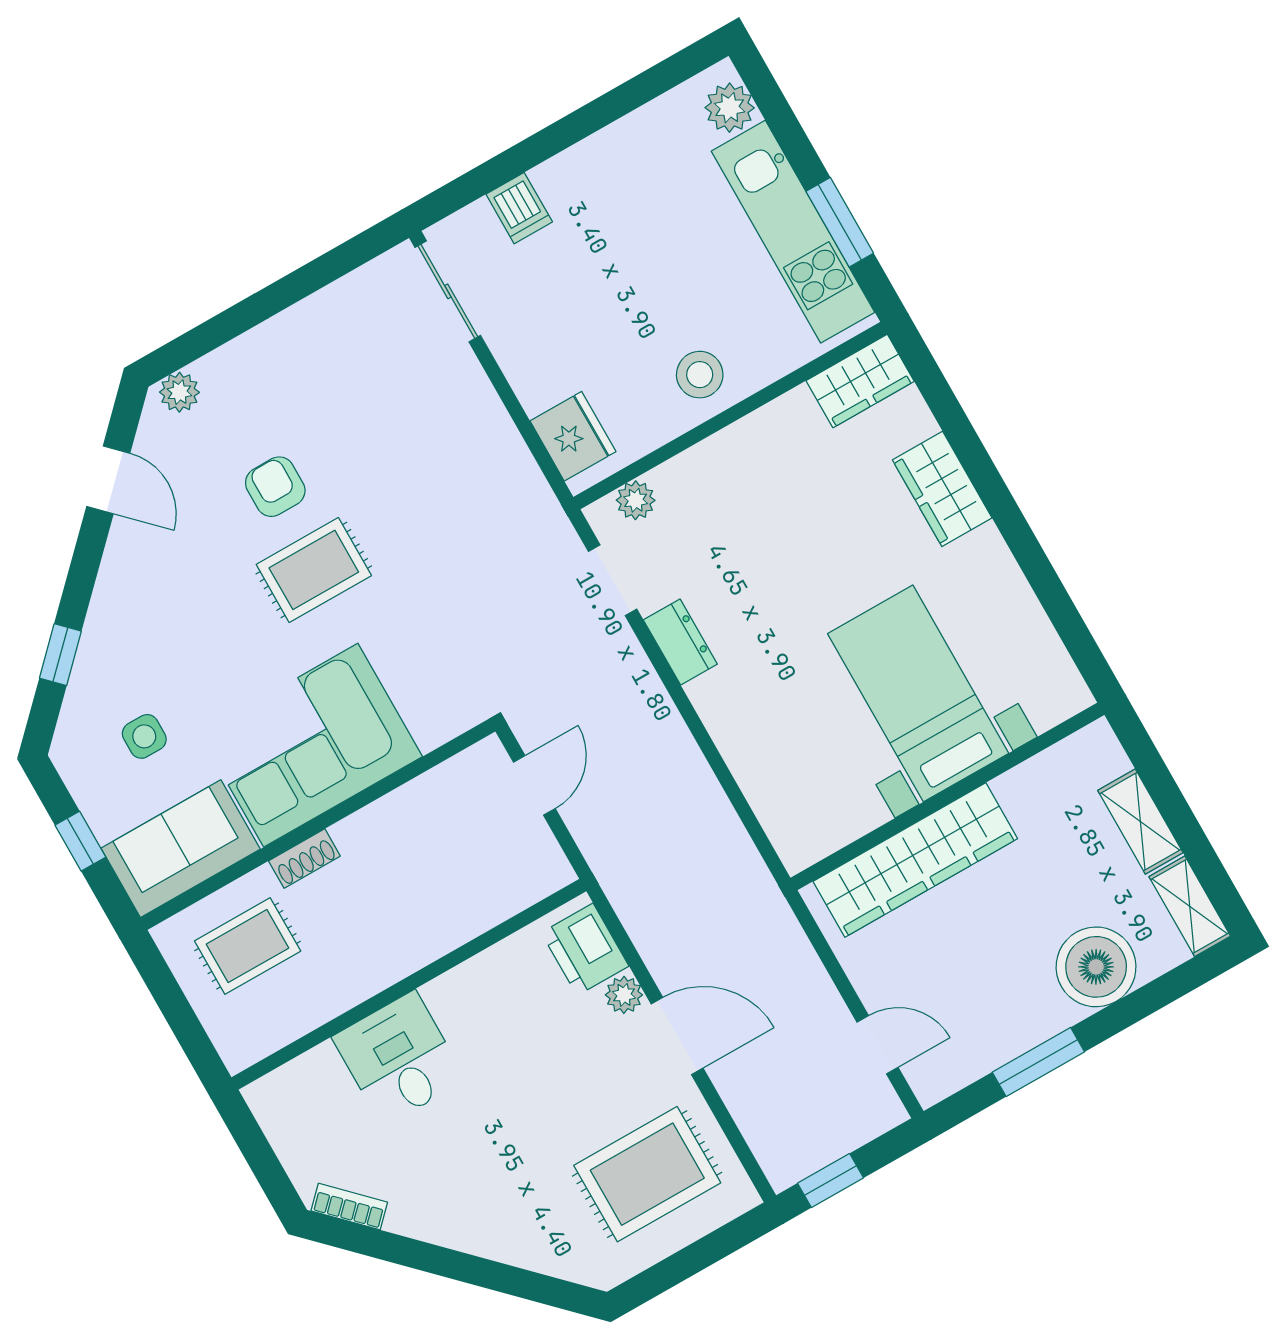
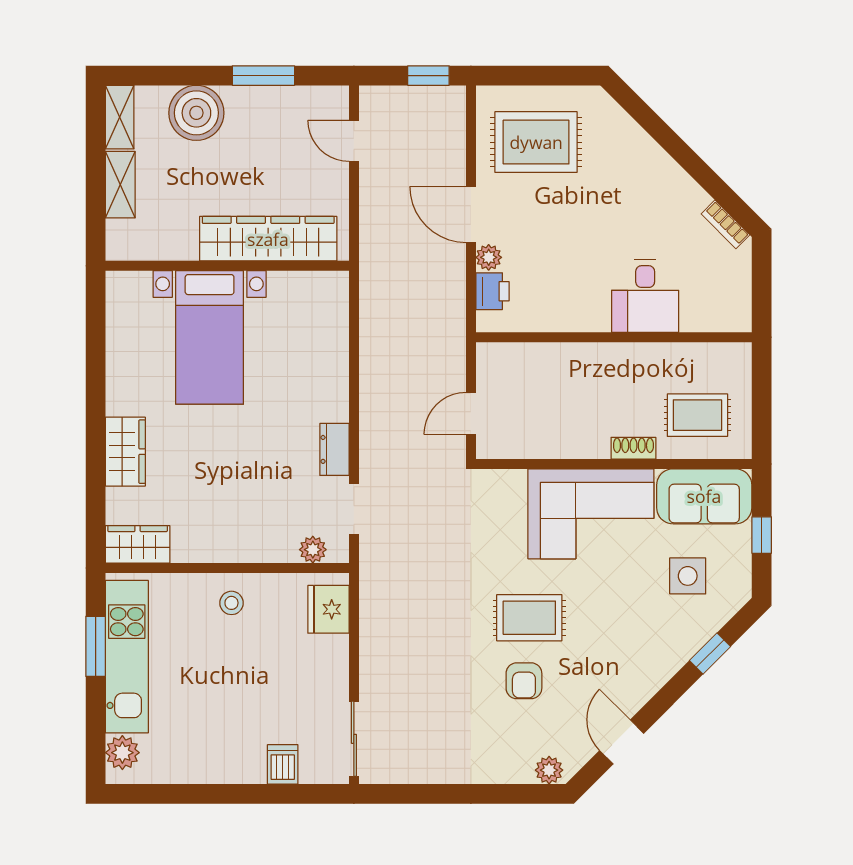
stool: (700, 375) -> (231, 603), width x0.73, depth x0.73
side table: (144, 736) -> (688, 576), width x1.37, depth x1.37
printer: (585, 949) -> (492, 291), width x0.73, depth x0.81

